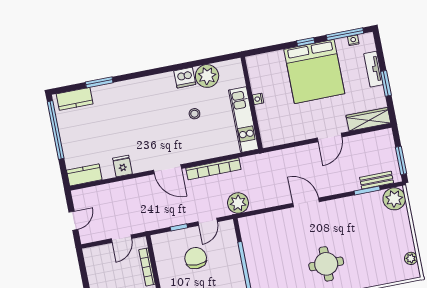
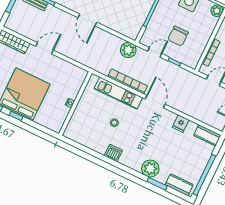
plant: (207, 76) -> (150, 169), moved
dishwasher: (185, 78) -> (113, 153), moved
kitchen unit: (244, 120) -> (118, 93), moved, turned 90

